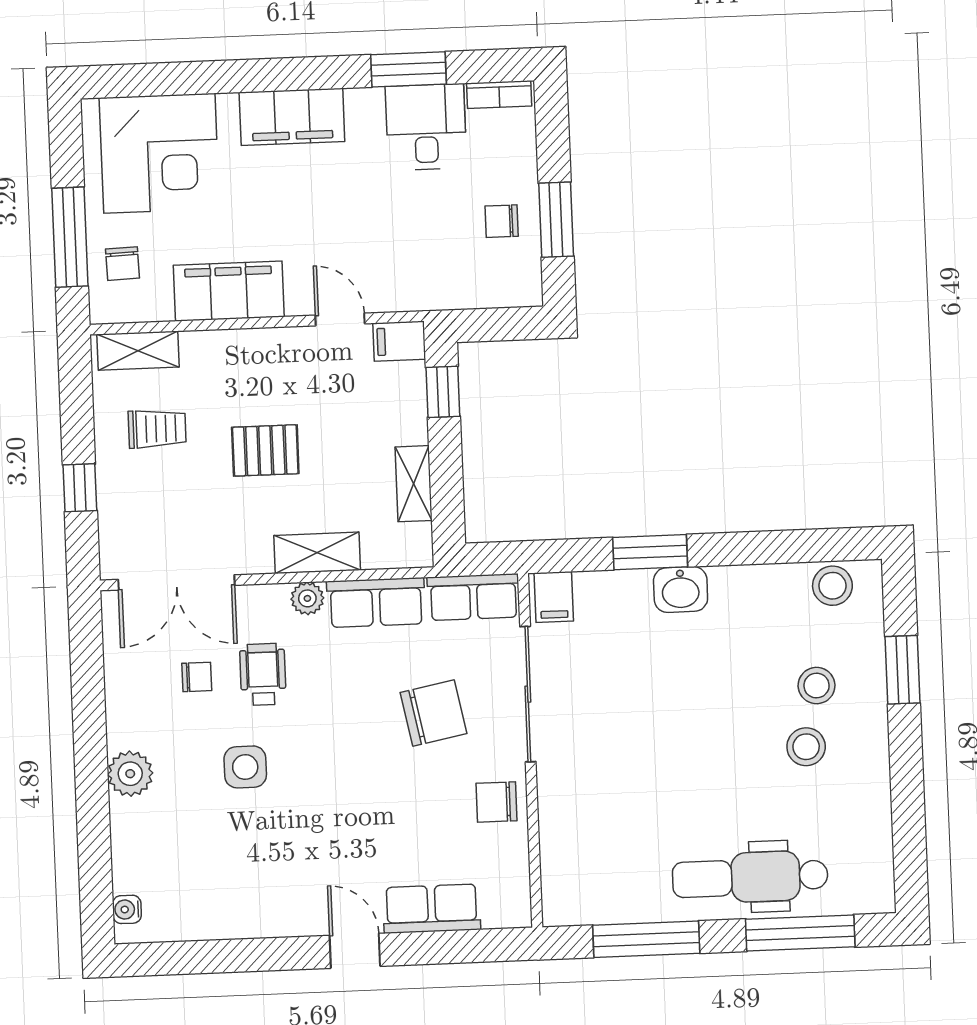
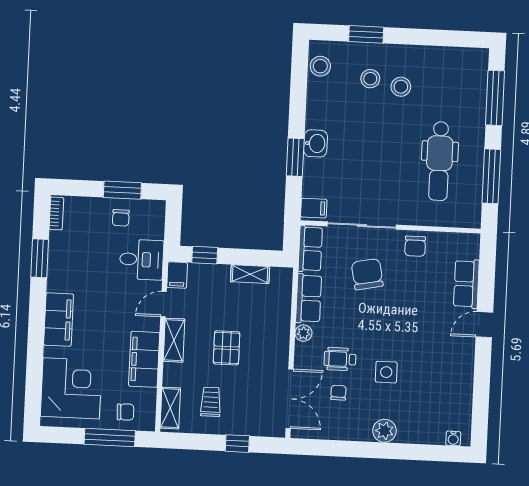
desk: (426, 127) -> (142, 260), moved, turned 180
shelving: (317, 553) -> (174, 340), moved
dental chair: (750, 877) -> (439, 161), moved

